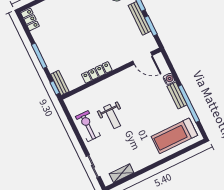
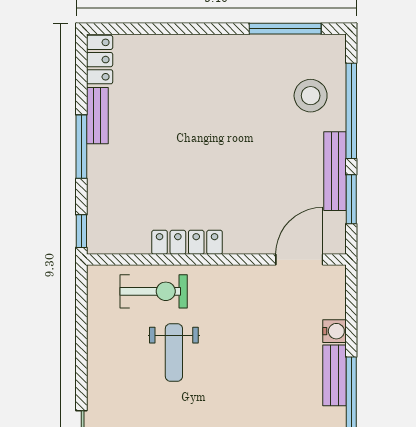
door: (142, 58) -> (299, 260), swing flipped
bench: (60, 83) -> (97, 116), moved
exercise bike: (88, 126) -> (154, 291), moved, turned 90

